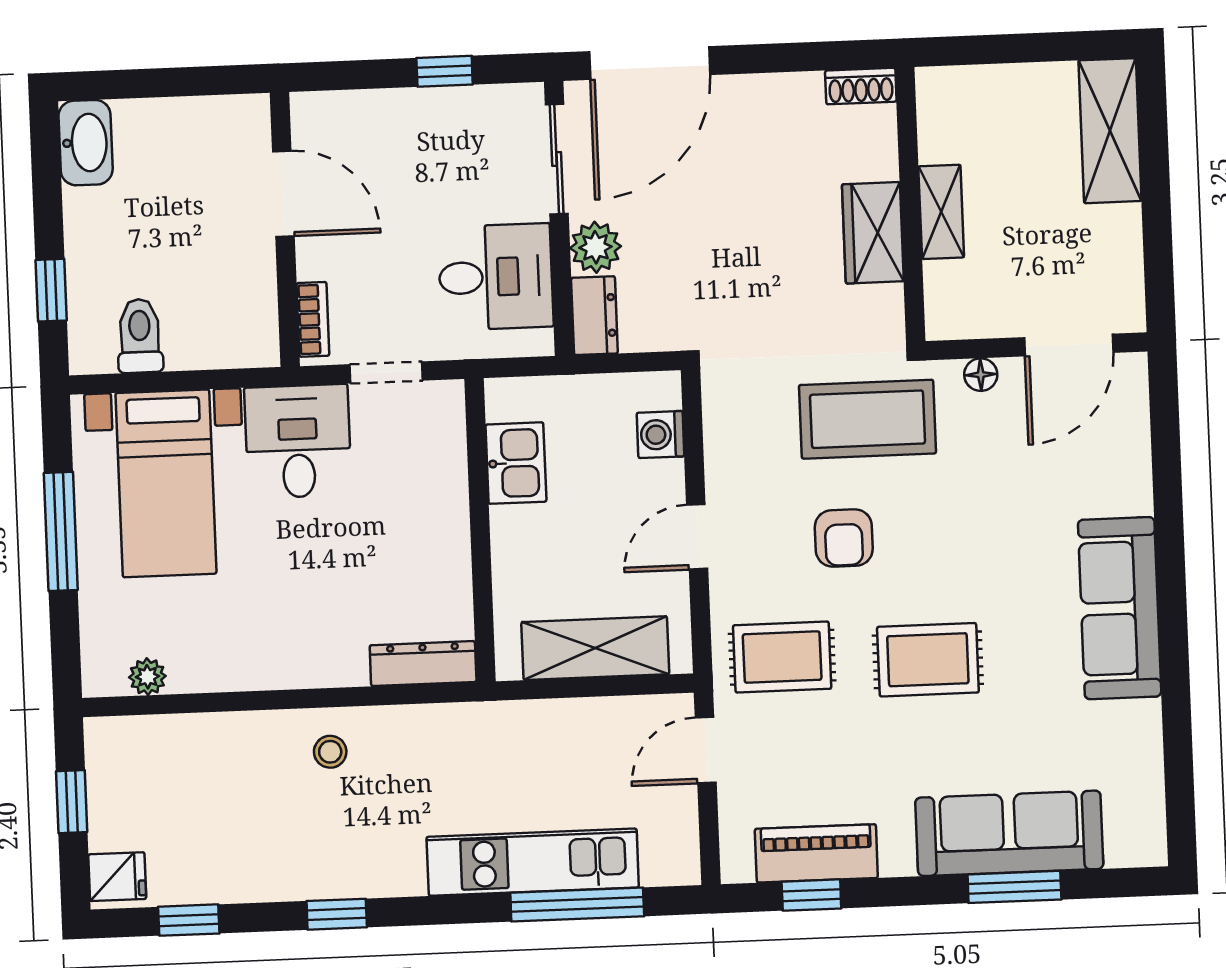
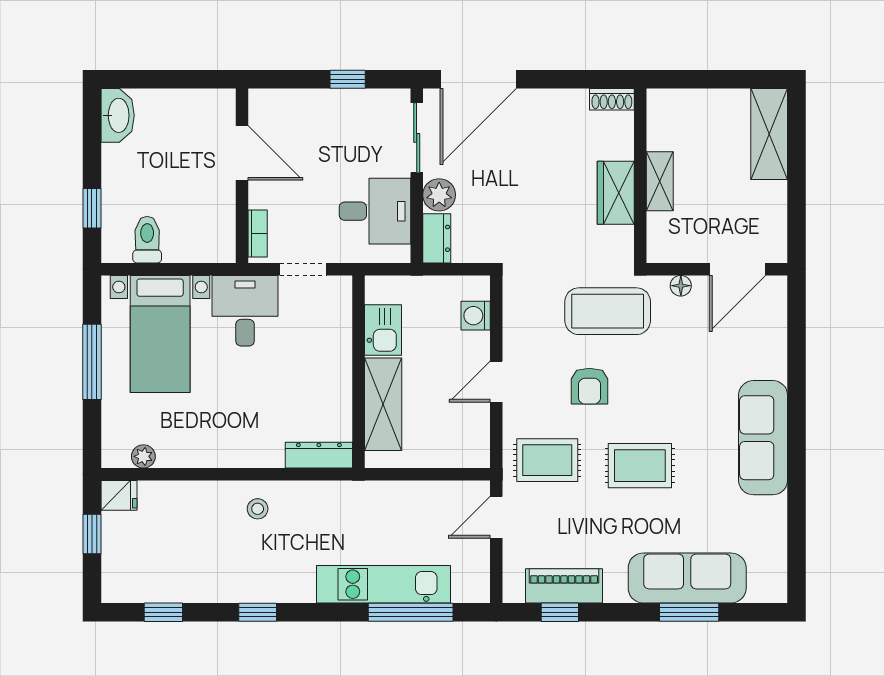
shelving: (595, 648) -> (383, 404), moved, turned 90
fridge: (117, 877) -> (119, 495), moved

